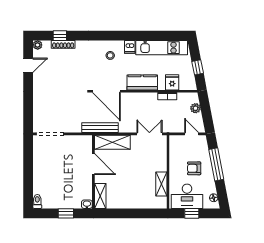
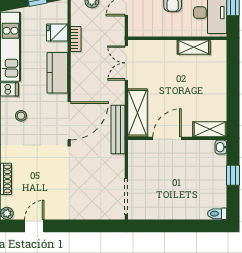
door: (28, 65) -> (34, 226), hinge flipped

